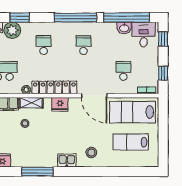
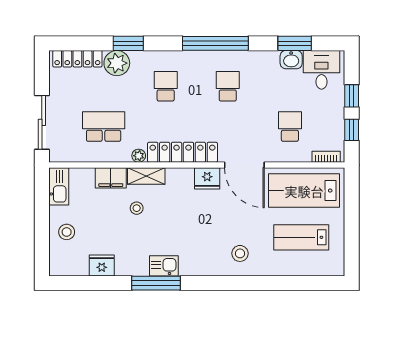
window: (126, 18) -> (295, 43), width x0.47
window: (163, 39) -> (352, 96), moved
fridge: (60, 104) -> (207, 178), moved
kitchen sink: (67, 160) -> (164, 266), moved

